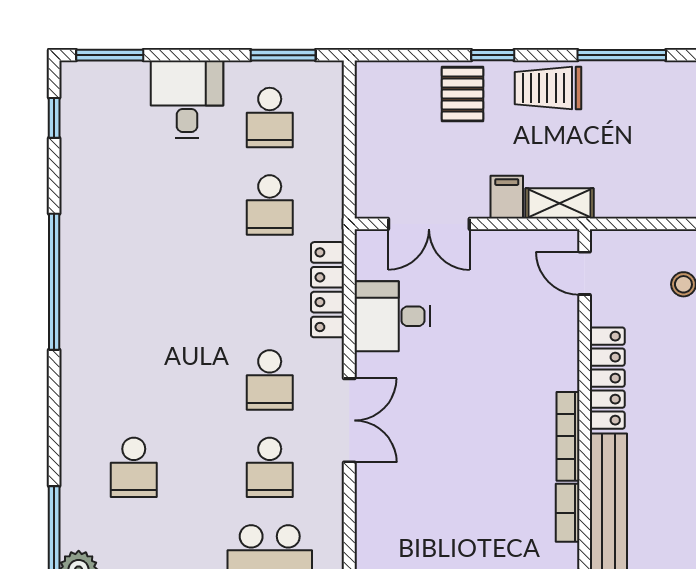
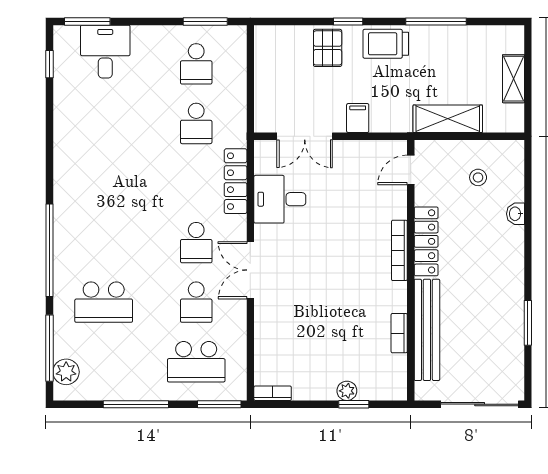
desk: (187, 99) -> (105, 52), moved
shelving: (560, 203) -> (448, 119), moved, width x1.50, depth x1.33
door: (585, 273) -> (411, 170), hinge flipped
window: (54, 282) -> (49, 250), moved
double door: (349, 420) -> (250, 270), swing flipped
bookcase: (568, 436) -> (399, 250), moved
school desk: (134, 467) -> (104, 302), width x1.85

